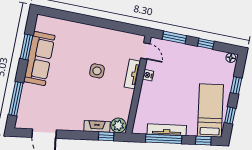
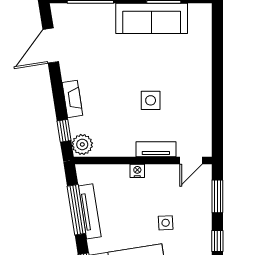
nightstand: (148, 75) -> (137, 171), moved
side table: (186, 78) -> (166, 223), added
fireplace: (97, 126) -> (72, 99), moved

